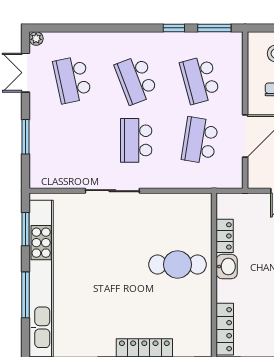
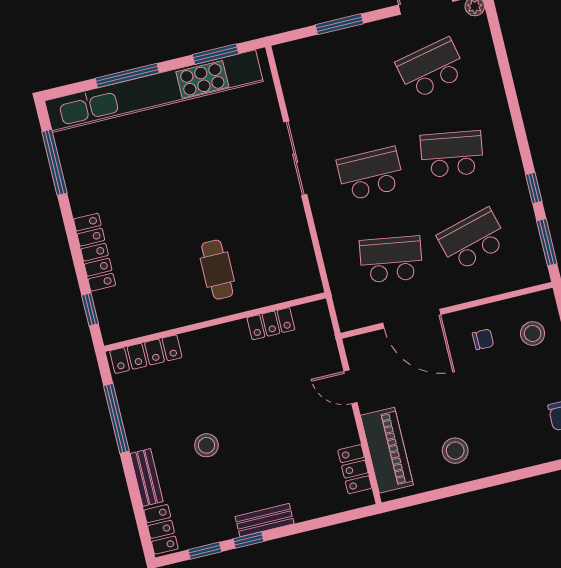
school desk: (136, 80) -> (452, 154), turned 30
cafe table: (177, 265) -> (217, 270), width x0.73, depth x0.74
washbasin: (227, 267) -> (231, 336), removed

